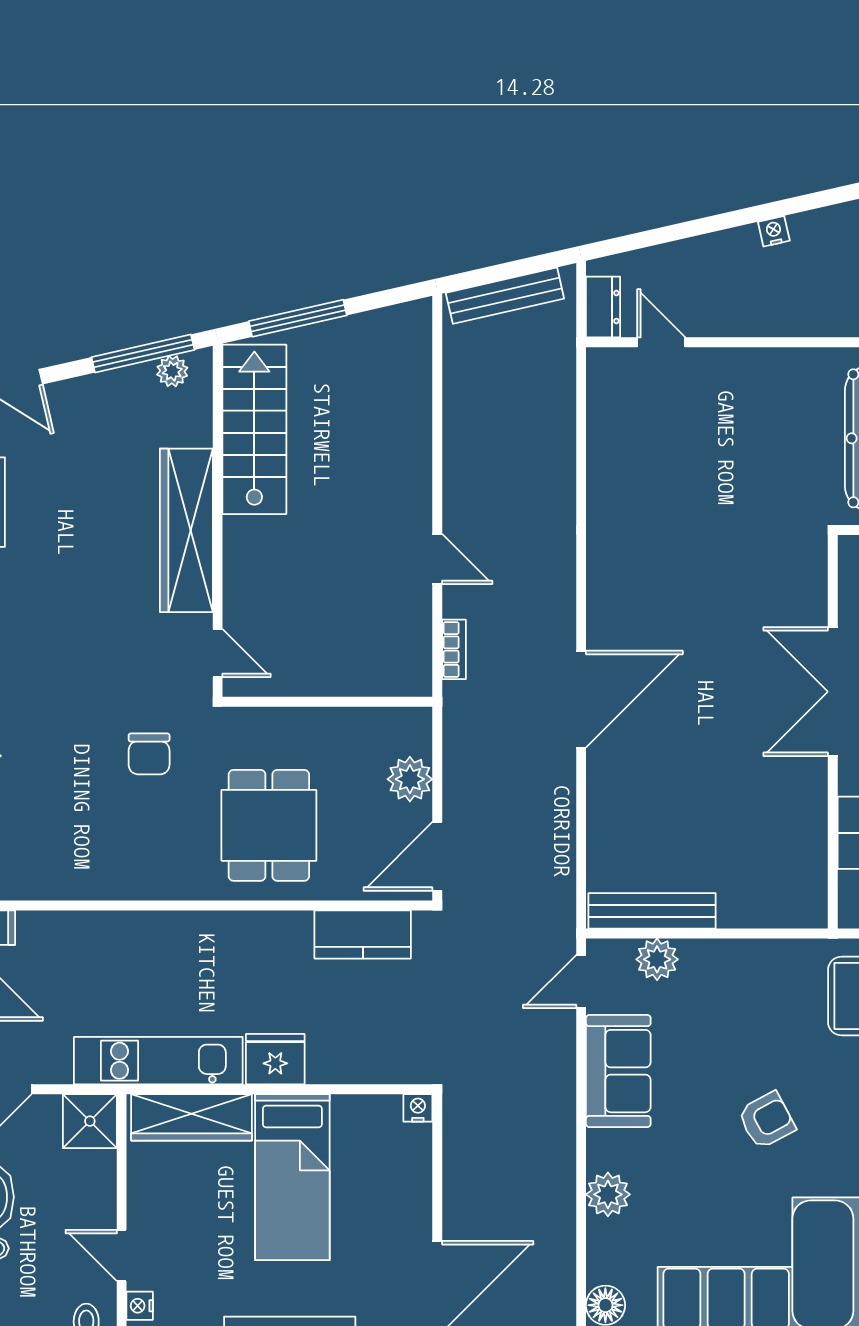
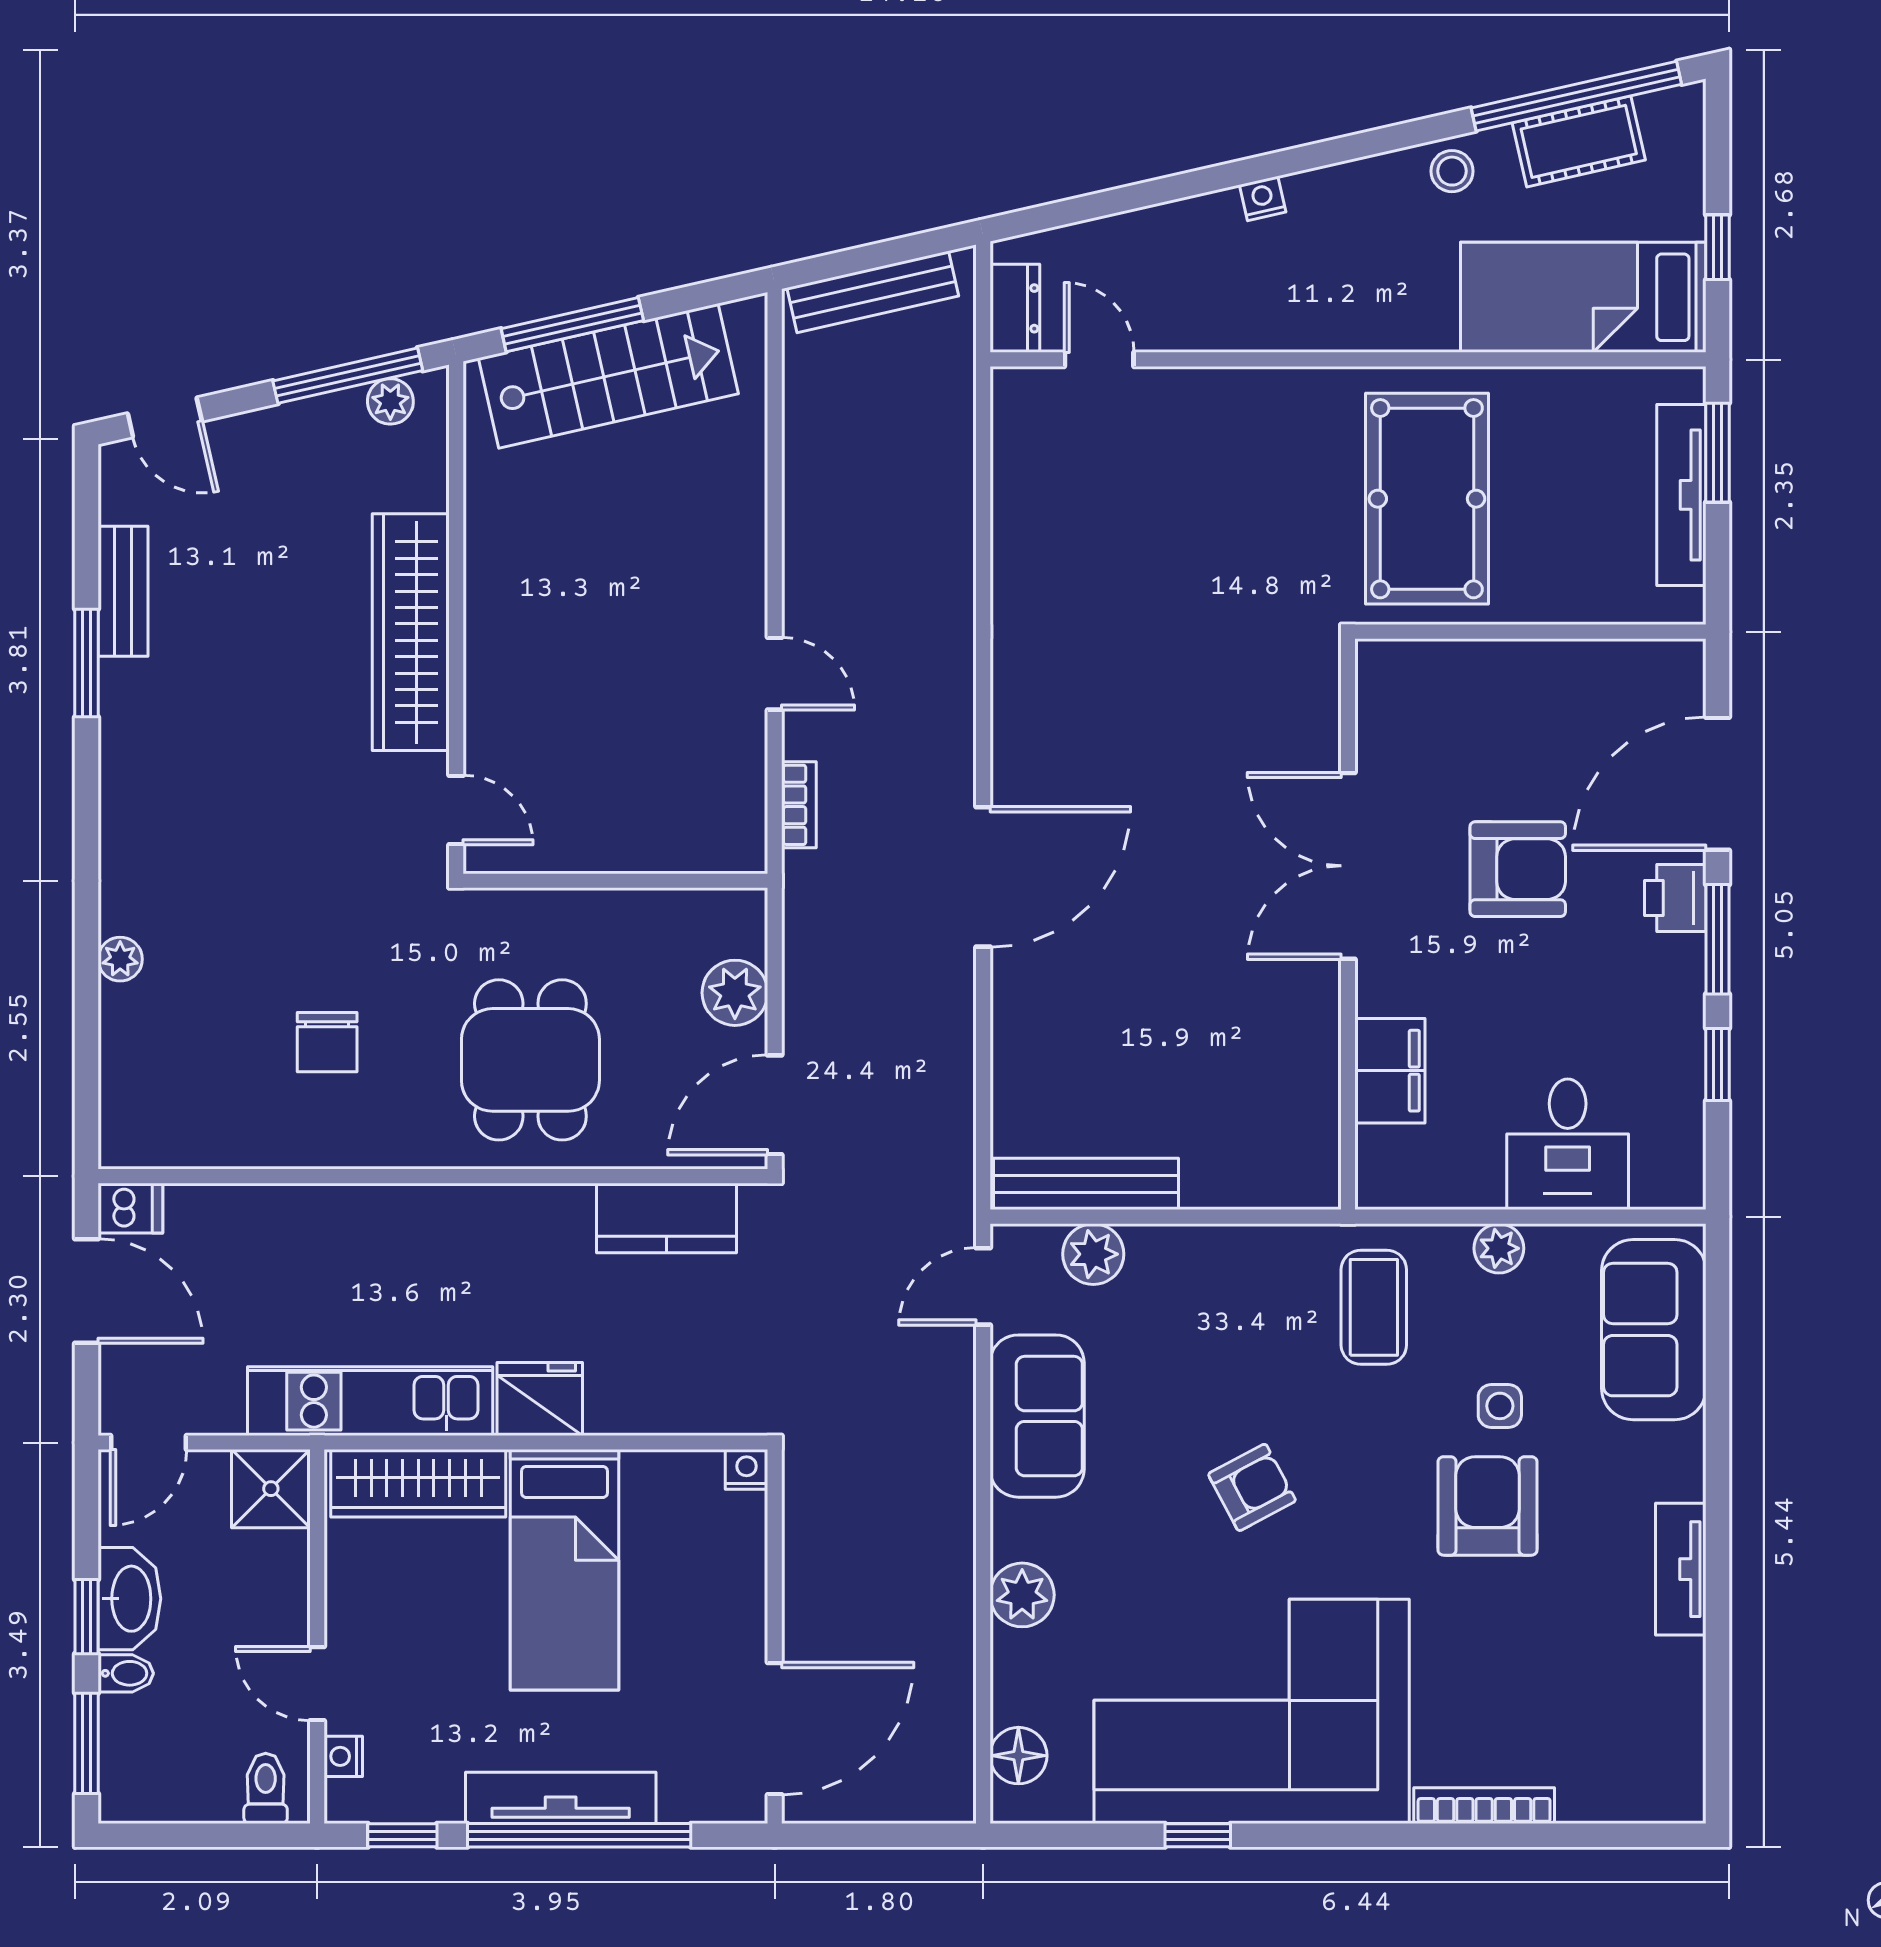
stairs: (254, 429) -> (608, 376), moved, turned 77
chair: (149, 754) -> (327, 1042), moved

